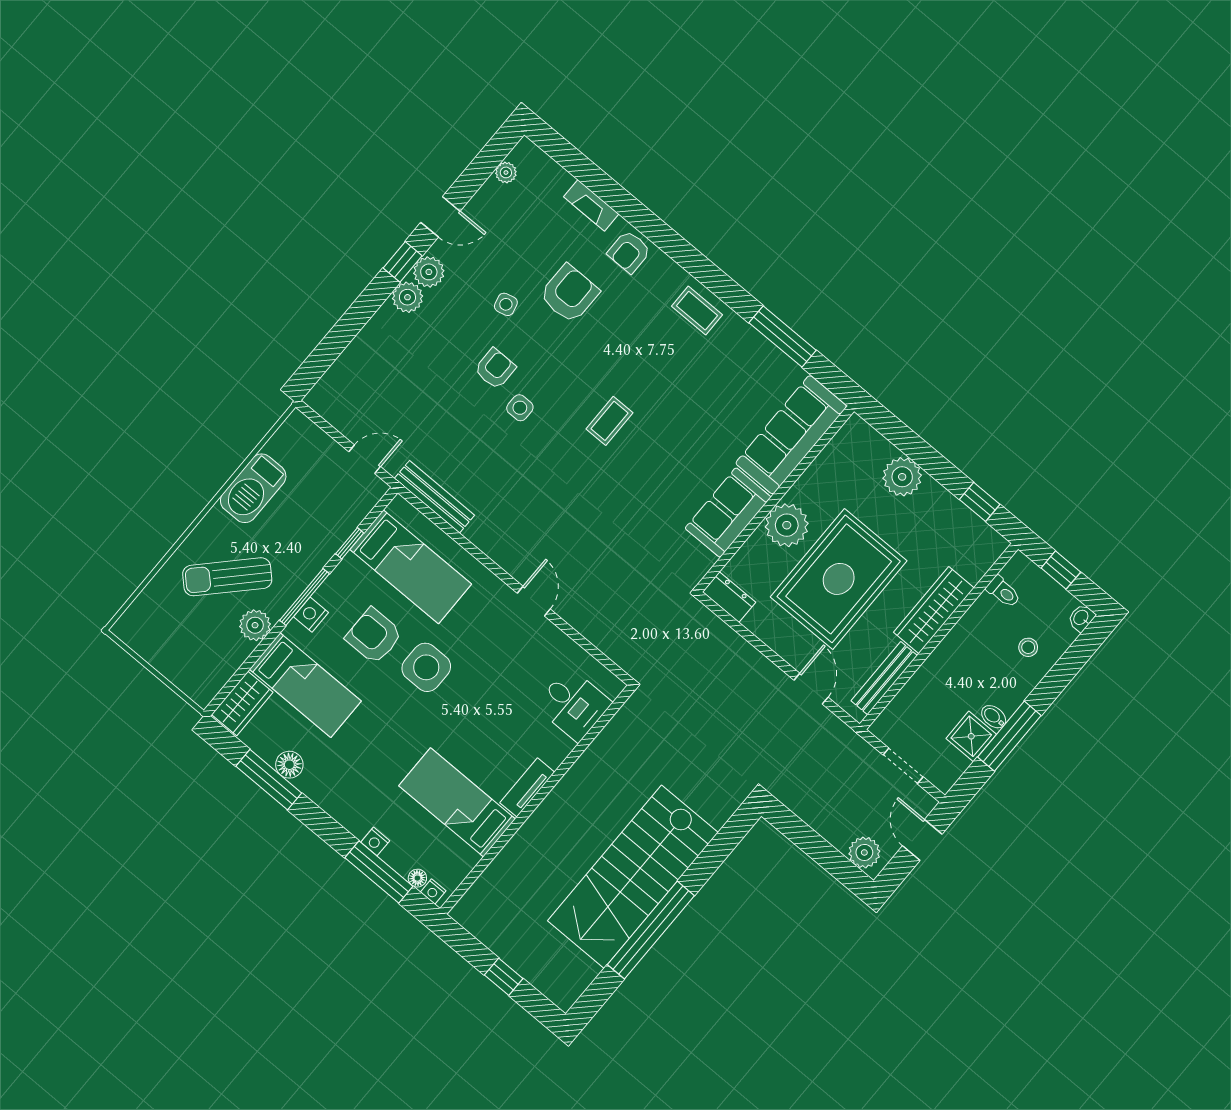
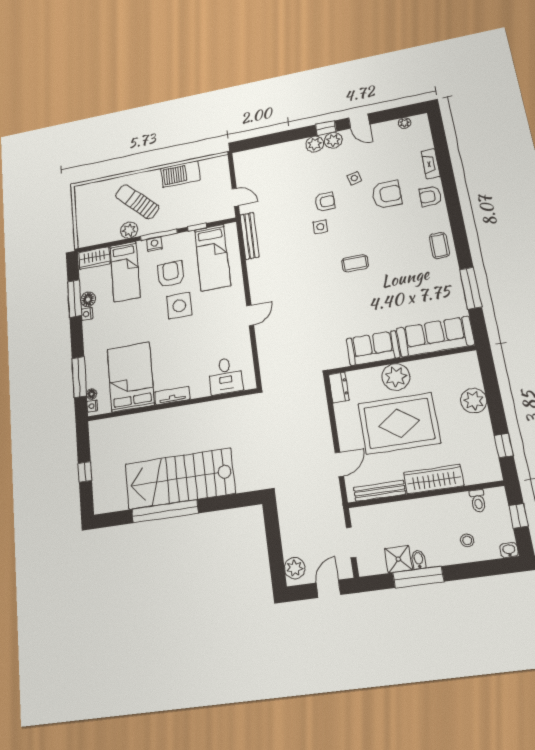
bed: (457, 802) -> (131, 377), width x1.50
nightstand: (375, 841) -> (87, 314), moved

